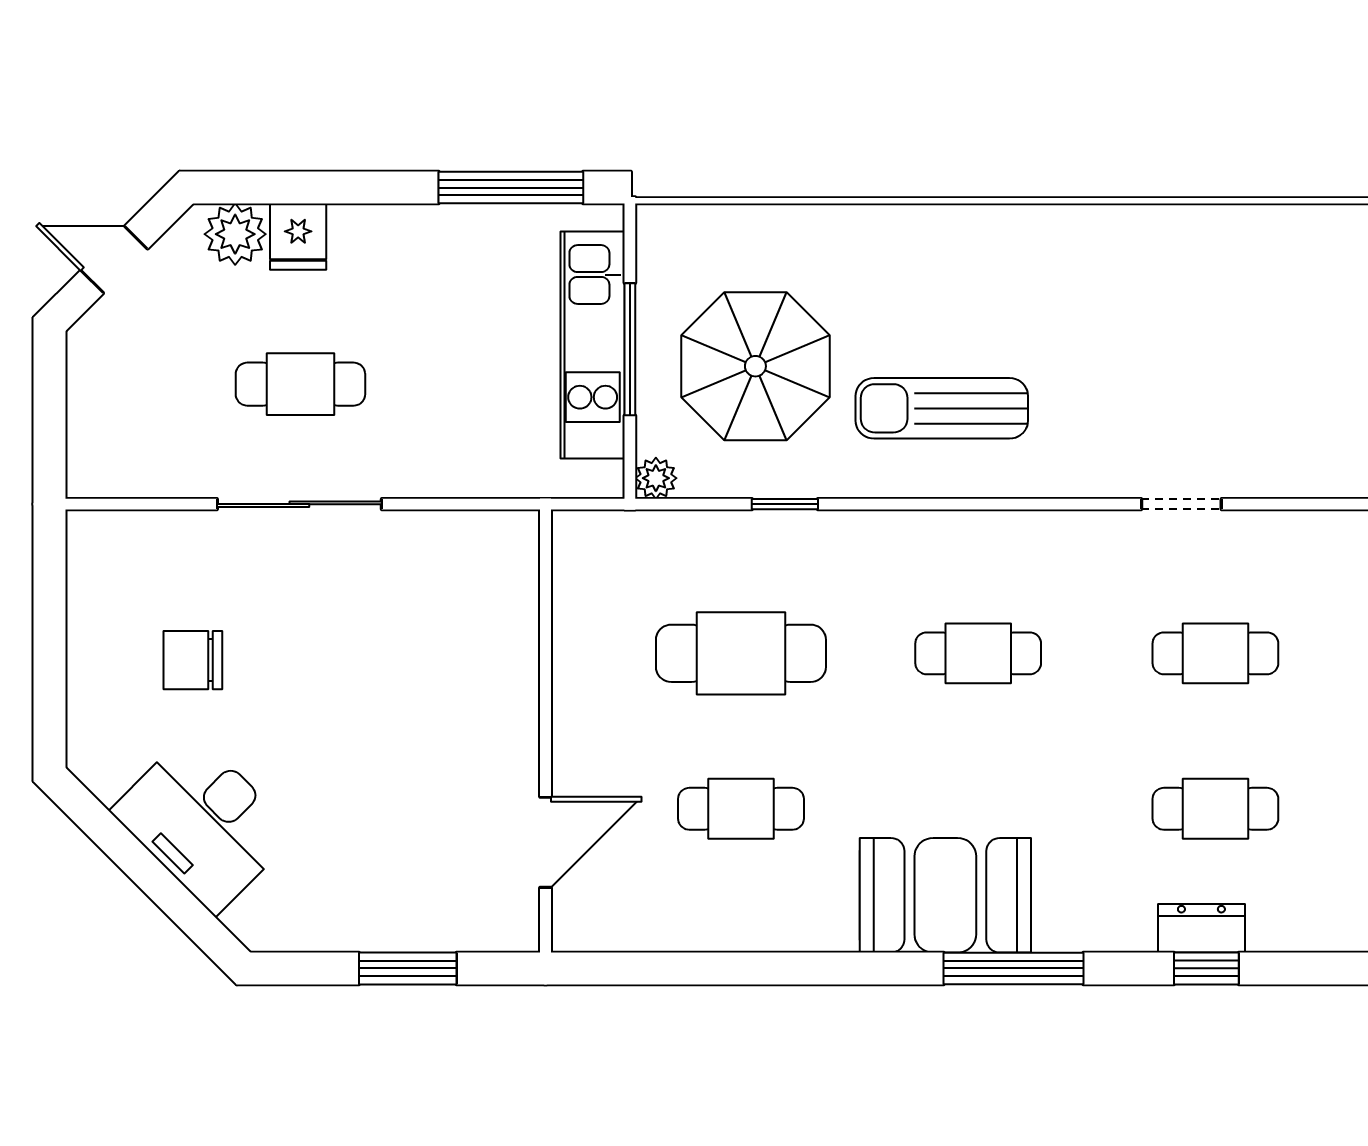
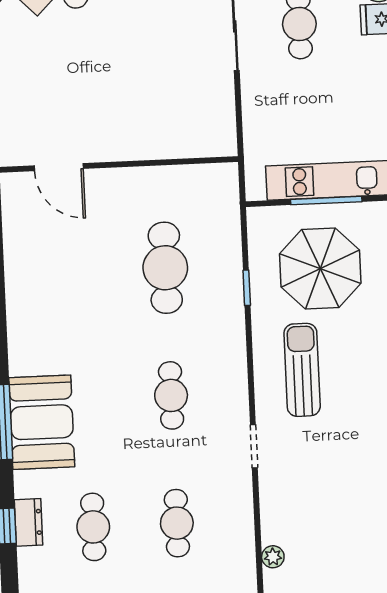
plant: (656, 478) -> (273, 557), moved
doorway: (1181, 504) -> (254, 446), moved
cafe table: (741, 809) -> (82, 272), removed
booth: (945, 895) -> (42, 422), moved

